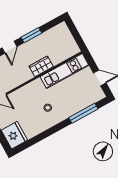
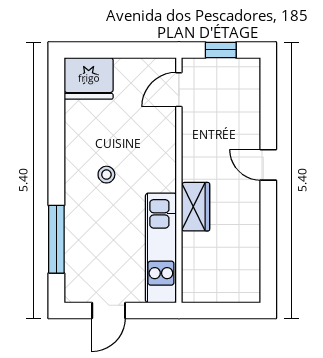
window: (31, 35) -> (268, 222), removed

